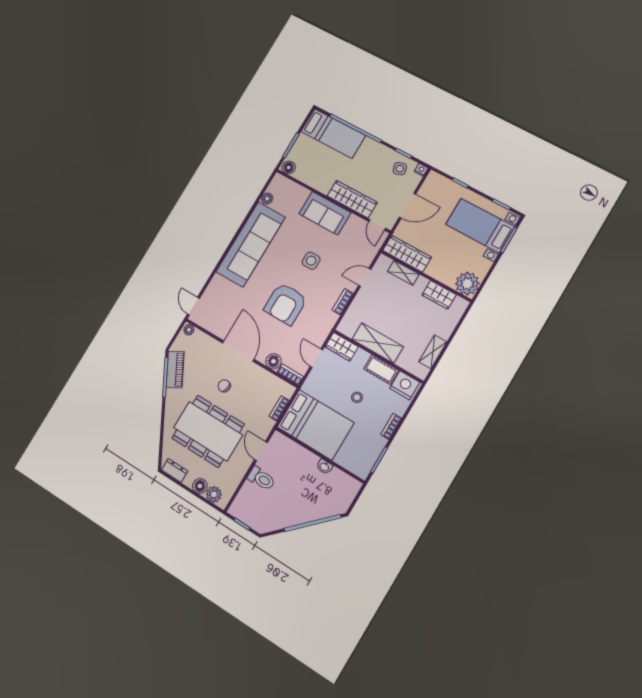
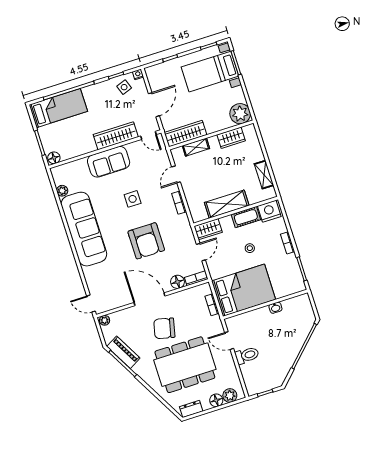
door: (316, 358) -> (201, 252), swing flipped
chair: (224, 386) -> (164, 328), width x1.87, depth x1.87

